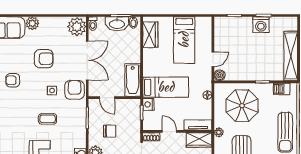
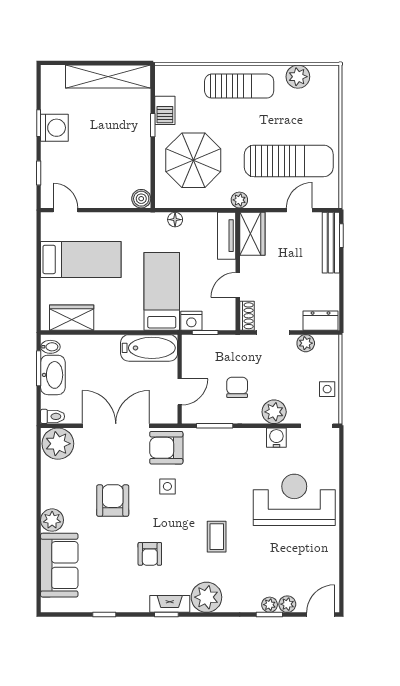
door: (213, 59) -> (65, 210), moved
barbecue: (282, 89) -> (165, 110), moved
coffee table: (48, 119) -> (217, 537), moved

